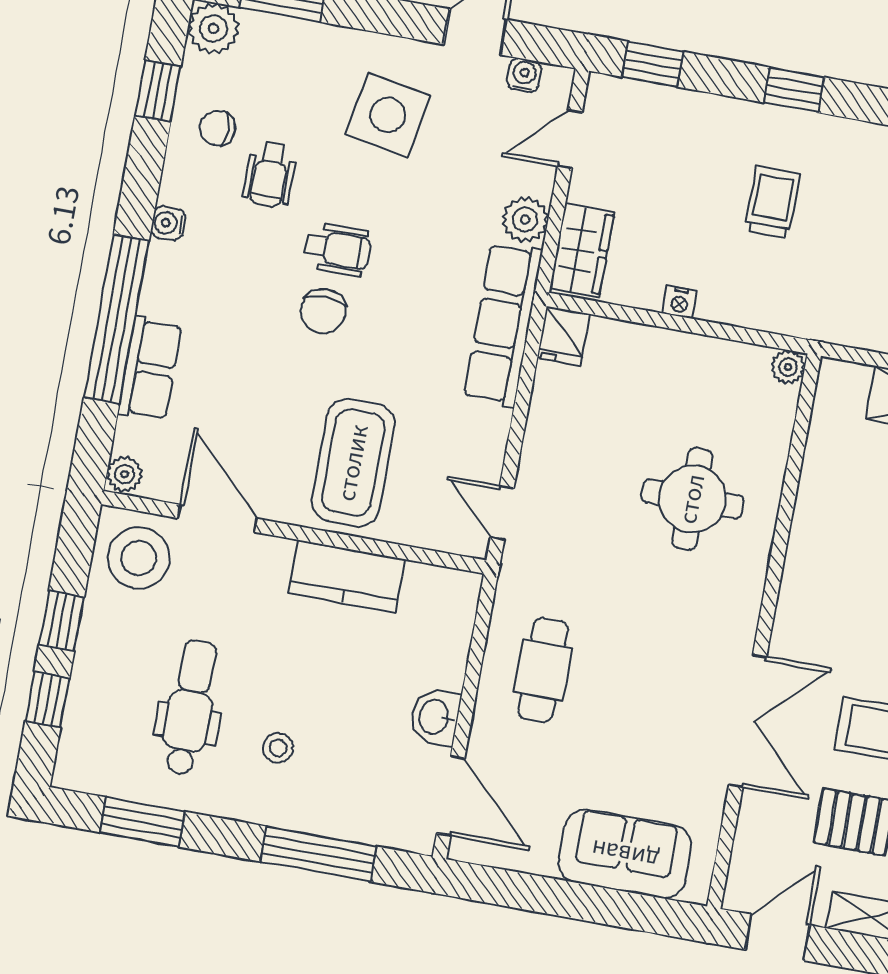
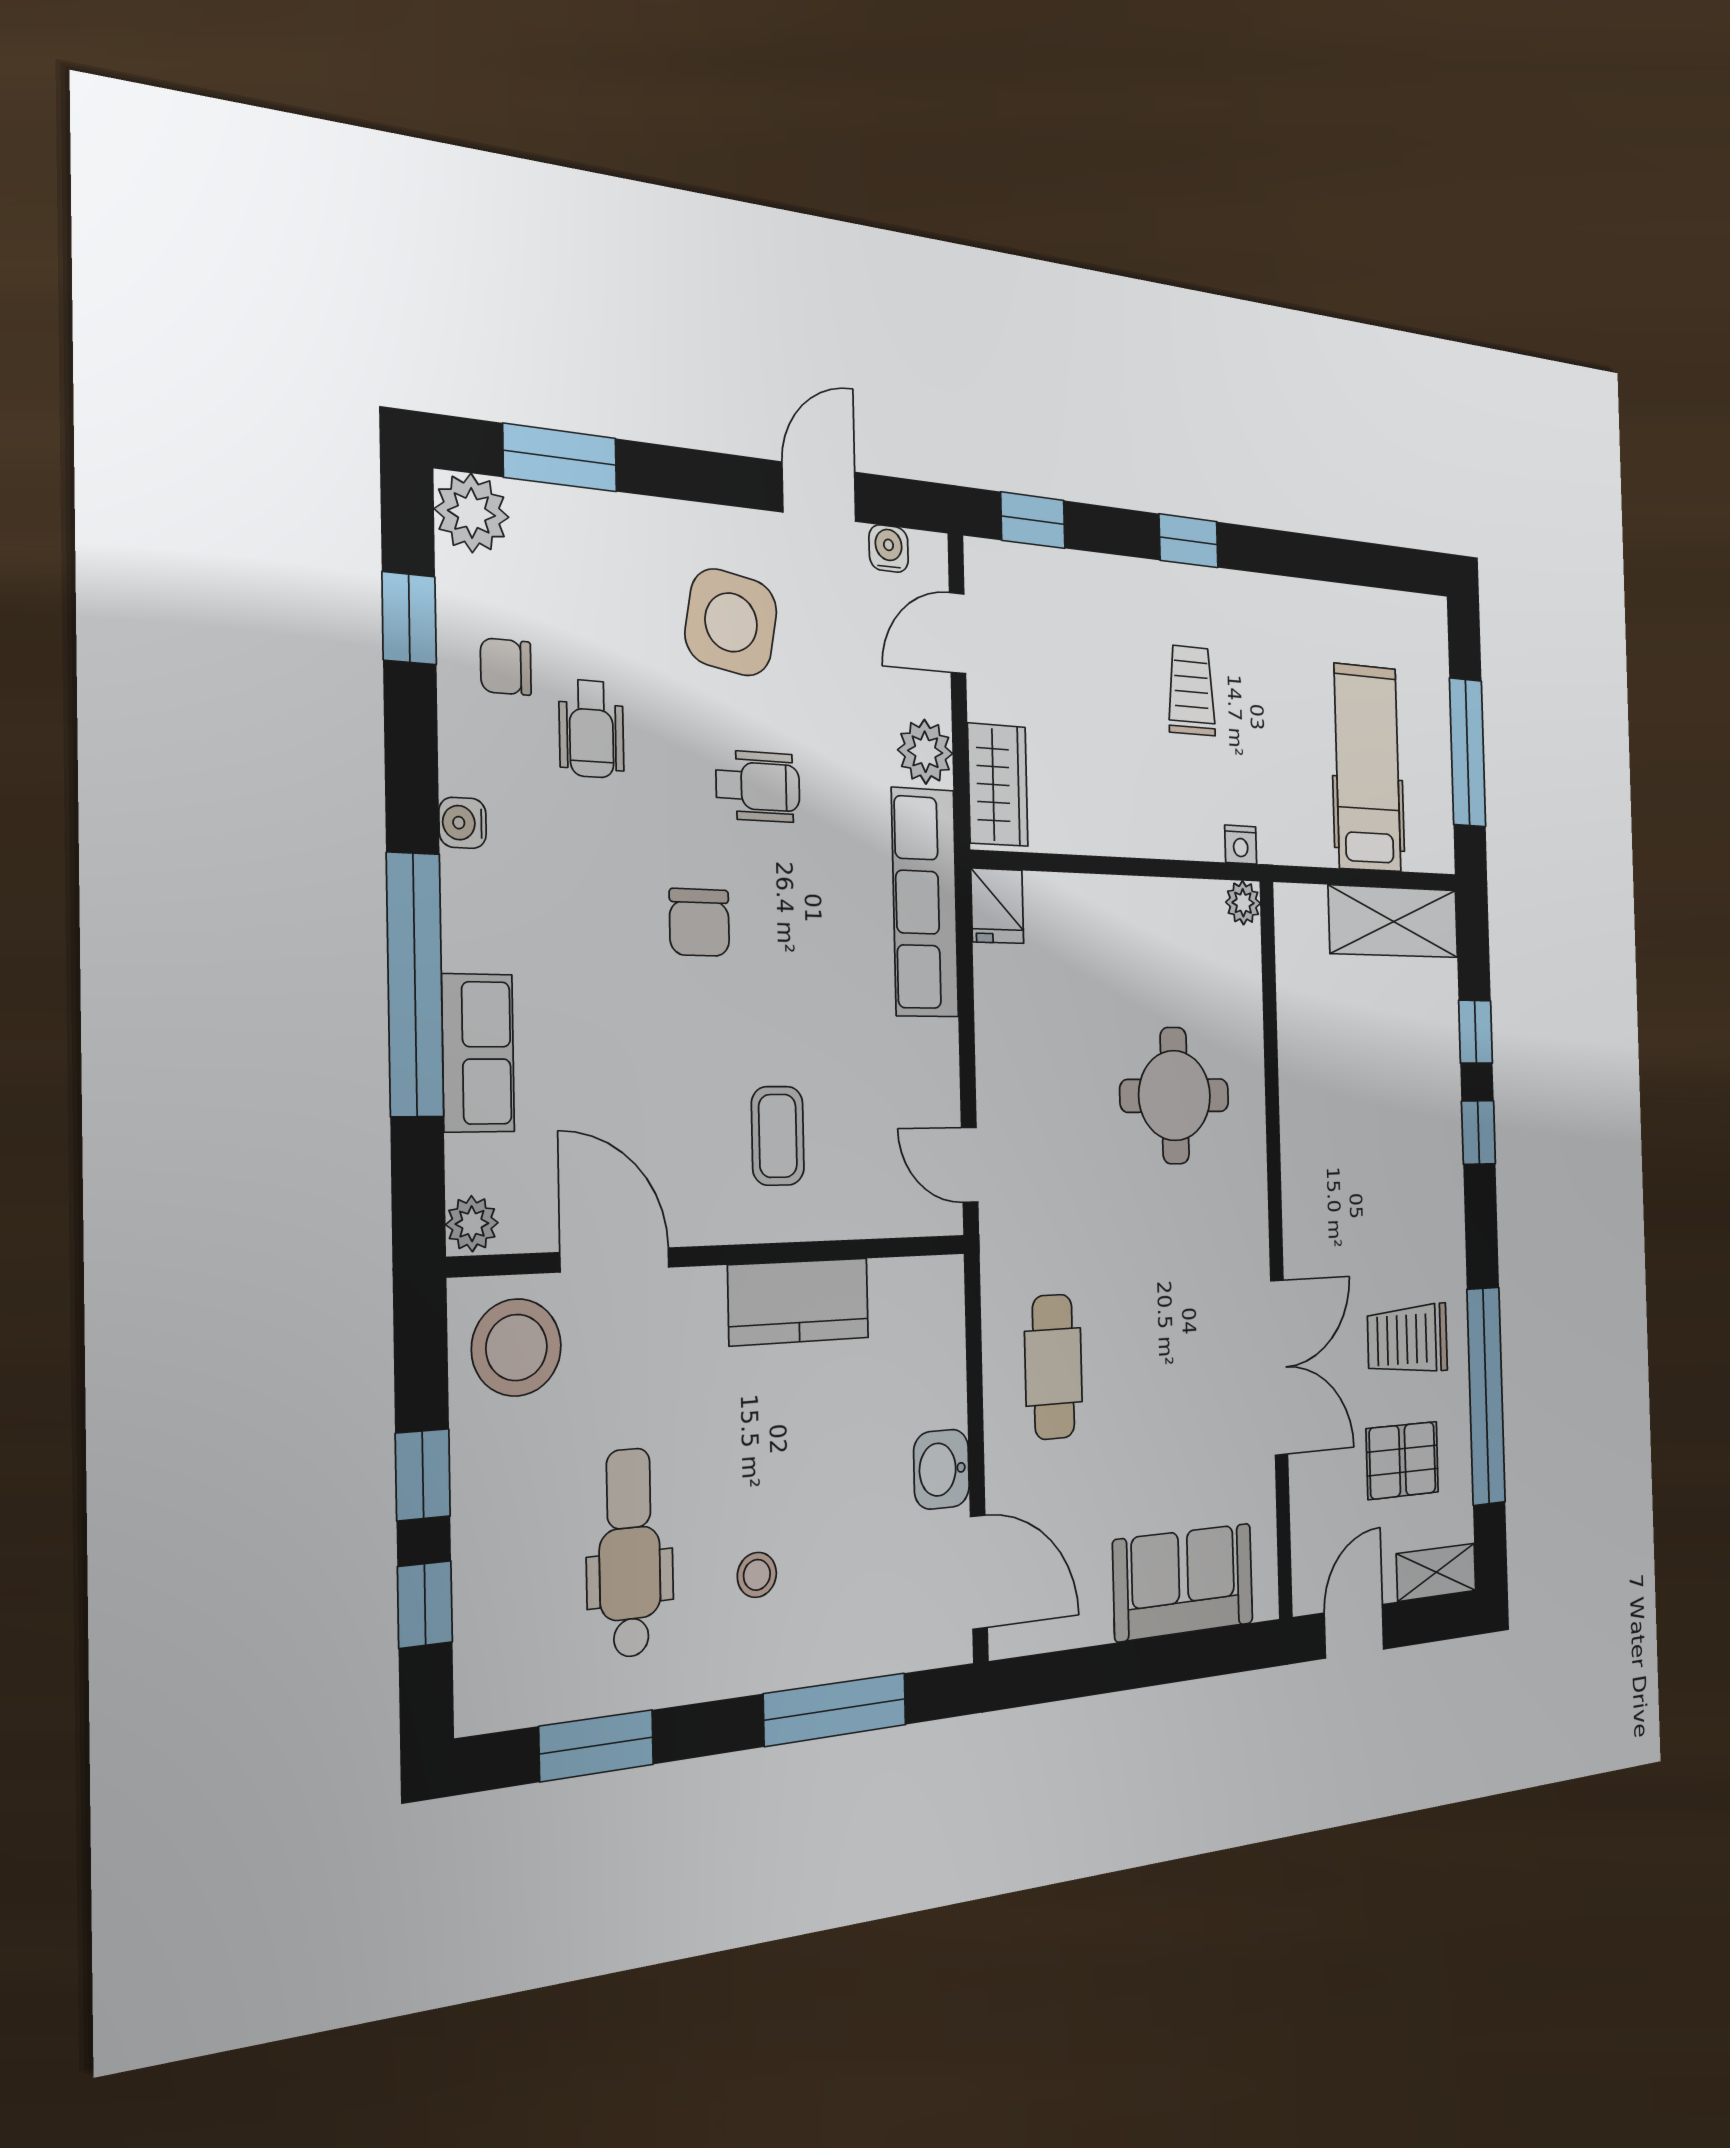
wheelchair: (338, 249) -> (758, 786), moved
nightstand: (679, 302) -> (1241, 845), moved
coffee table: (353, 463) -> (778, 1136), width x0.54, depth x0.58

